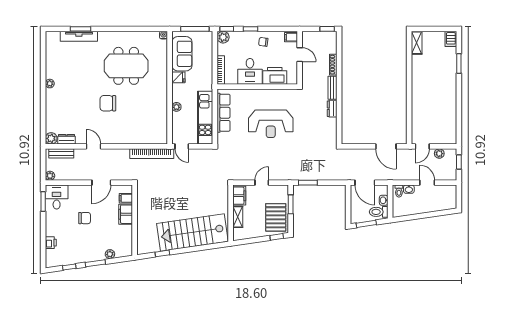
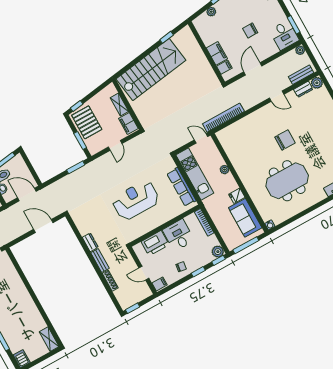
door: (386, 146) -> (43, 226), moved

